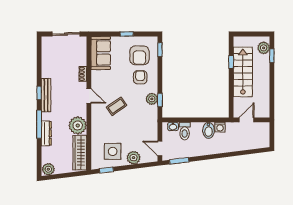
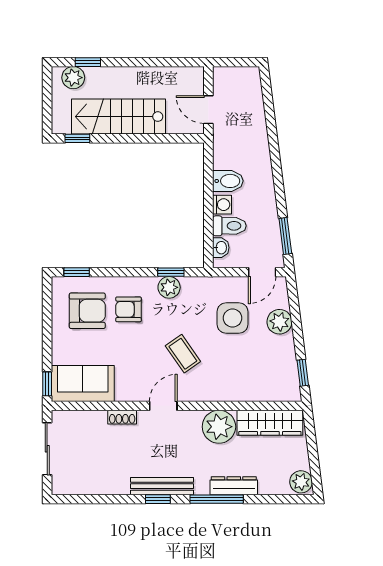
window: (127, 34) -> (47, 384), moved
window: (231, 62) -> (77, 138), moved
washing machine: (220, 127) -> (222, 205), moved
side table: (113, 151) -> (233, 318), moved

